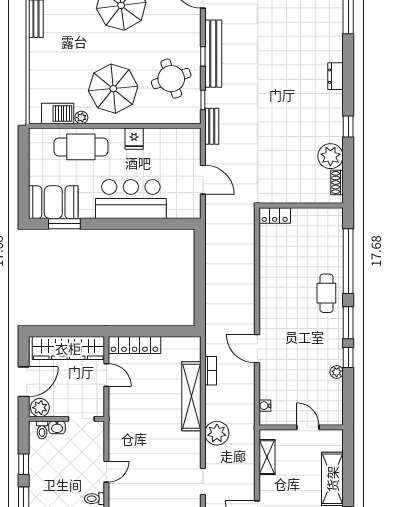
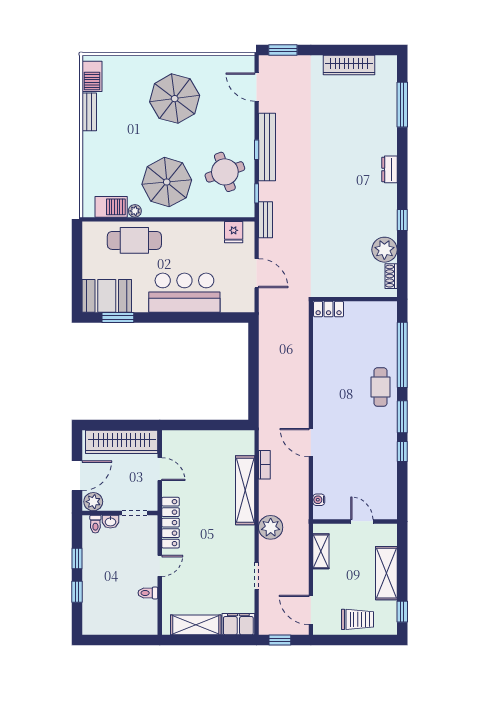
fridge: (134, 139) -> (234, 232), moved
locker: (134, 345) -> (171, 523), moved, turned -90
plant: (337, 372) -> (391, 466), removed

